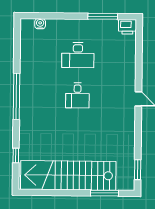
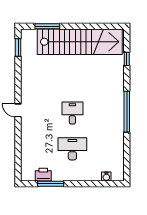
printer: (127, 27) -> (43, 175), moved

